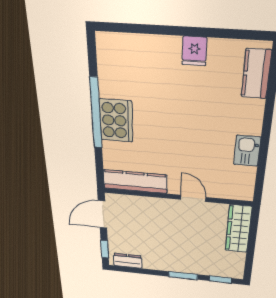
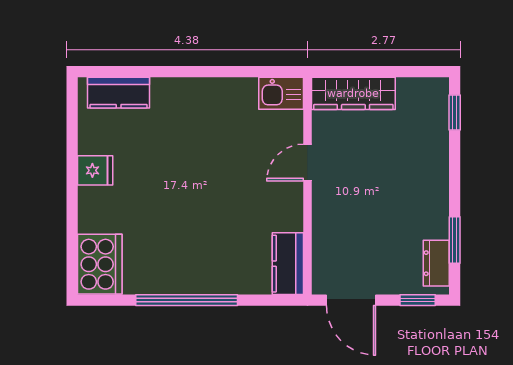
cooker: (116, 121) -> (100, 264), moved, turned 90
kitchen sink: (247, 151) -> (281, 93), moved
kitchen counter: (135, 182) -> (288, 264), width x0.67
window: (183, 275) -> (455, 240), moved

